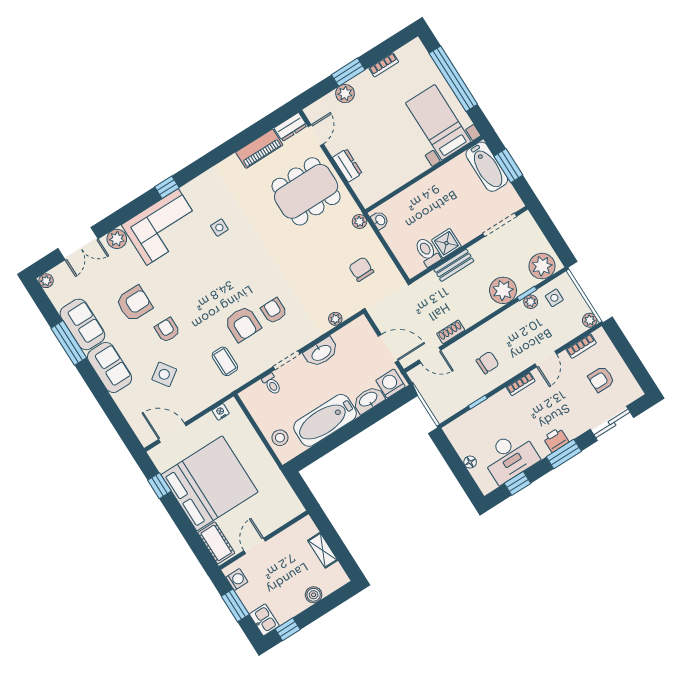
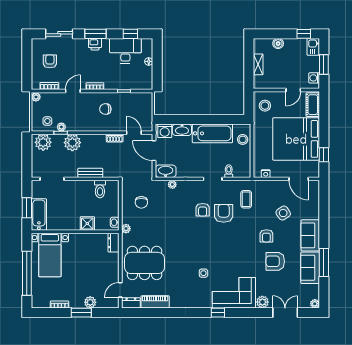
dresser: (347, 165) -> (113, 243), moved
shower: (446, 243) -> (87, 223), moved
washbasin: (321, 352) -> (166, 171), moved
armchair: (601, 379) -> (50, 61), turned -90
stool: (279, 501) -> (265, 106), added

